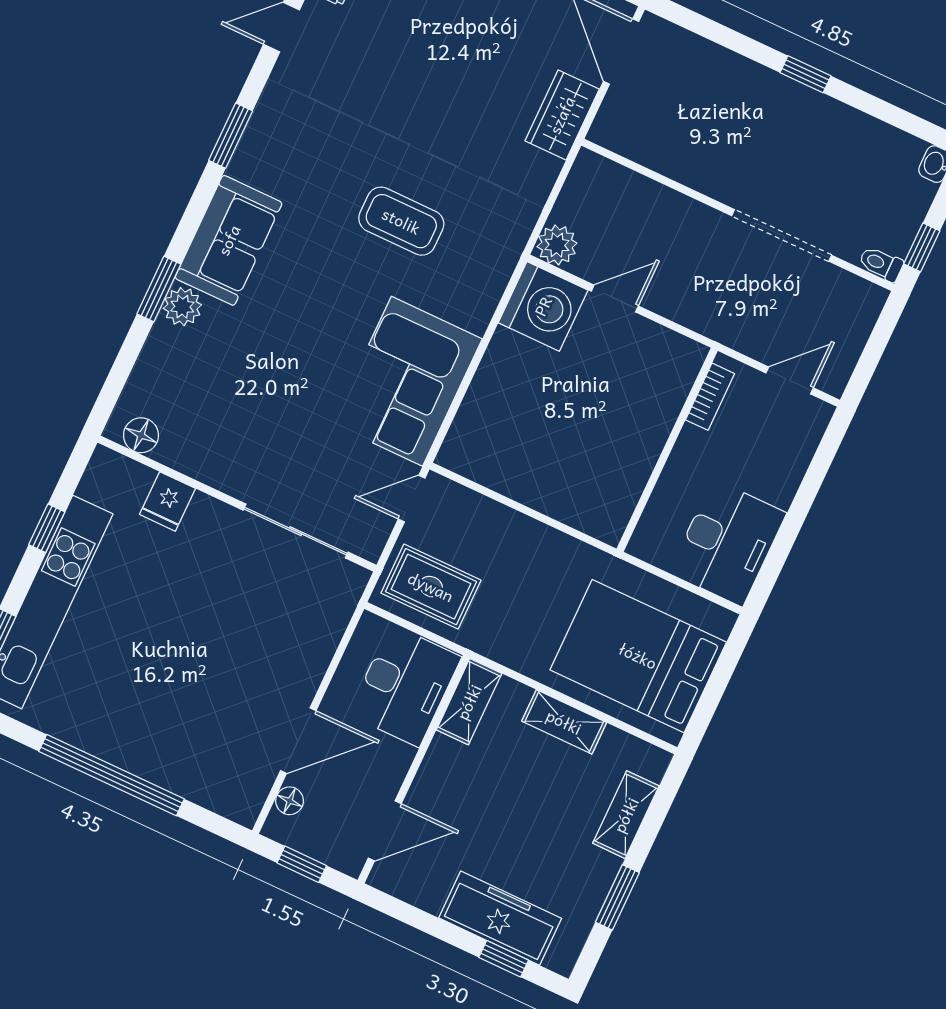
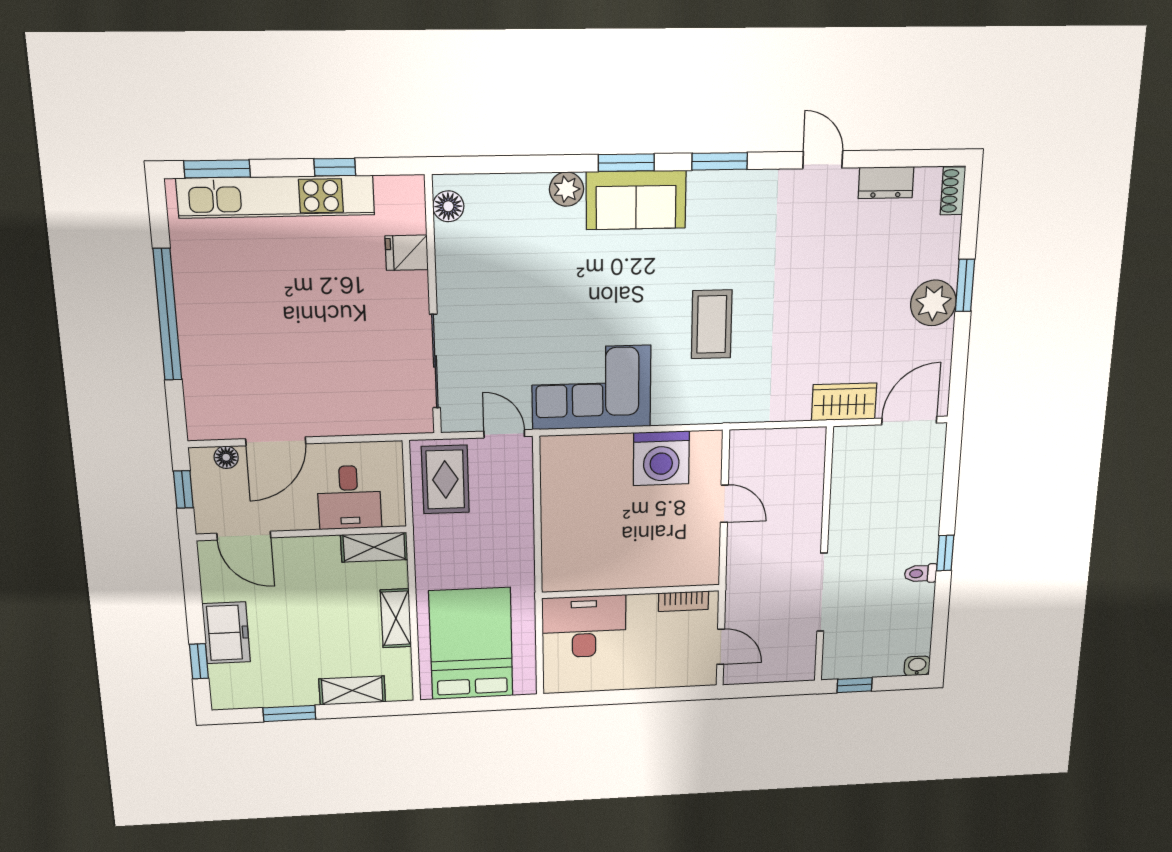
plant: (557, 245) -> (745, 445), removed
toilet: (881, 264) -> (921, 573), moved, turned -90
window: (159, 289) -> (626, 163), moved
washing machine: (543, 306) -> (661, 458), moved
desk: (728, 543) -> (584, 627), moved, turned 180
desk: (405, 686) -> (349, 497), width x0.73
door: (298, 741) -> (276, 441), hinge flipped
freezer: (500, 918) -> (226, 633), width x0.71

